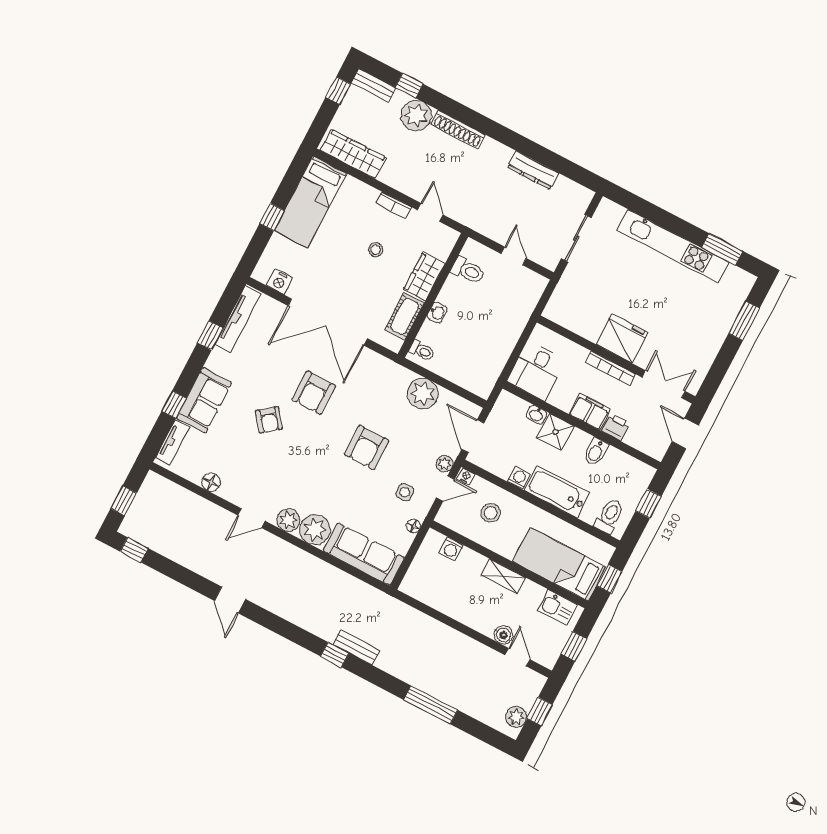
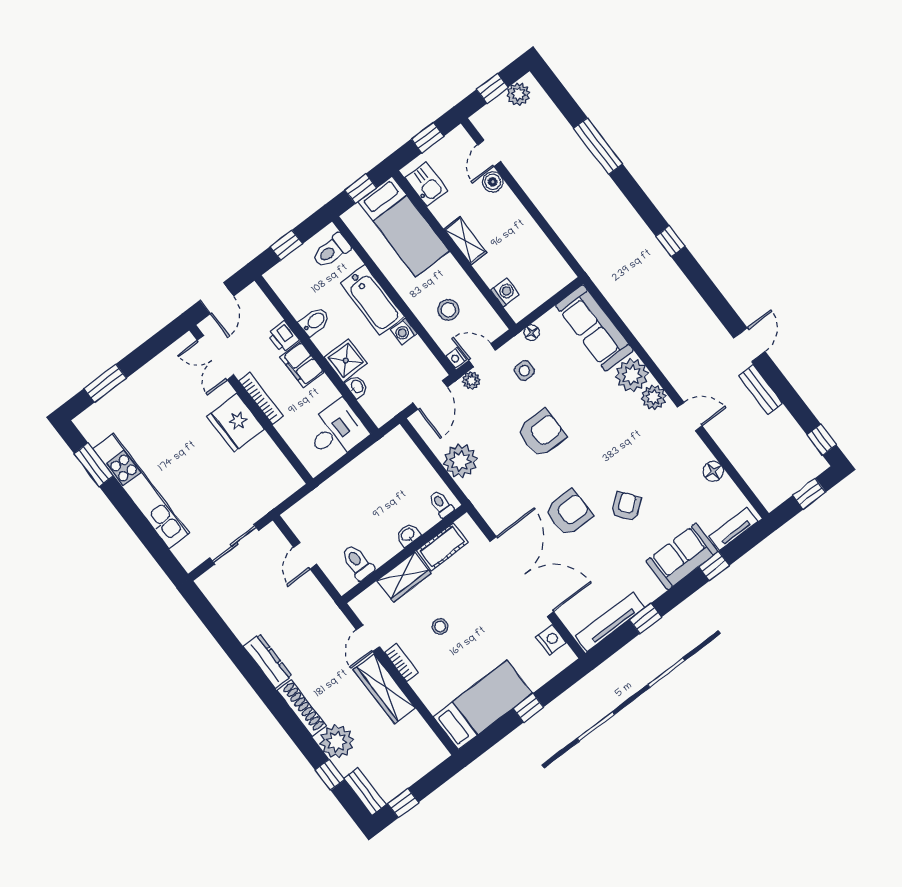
wardrobe: (353, 154) -> (384, 689), moved
dresser: (533, 170) -> (268, 661), moved
bench: (356, 647) -> (761, 390), moved

